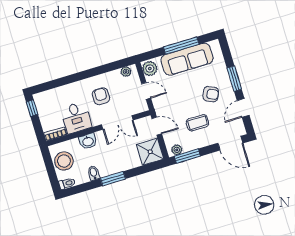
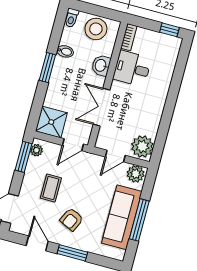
plant: (126, 72) -> (142, 146), width x1.88, depth x1.88
armchair: (101, 96) -> (138, 107), removed

